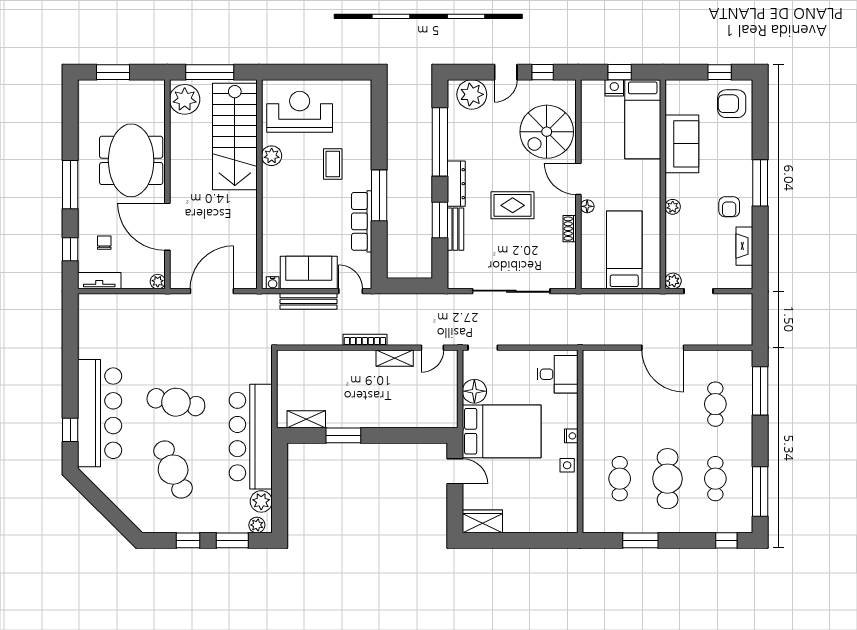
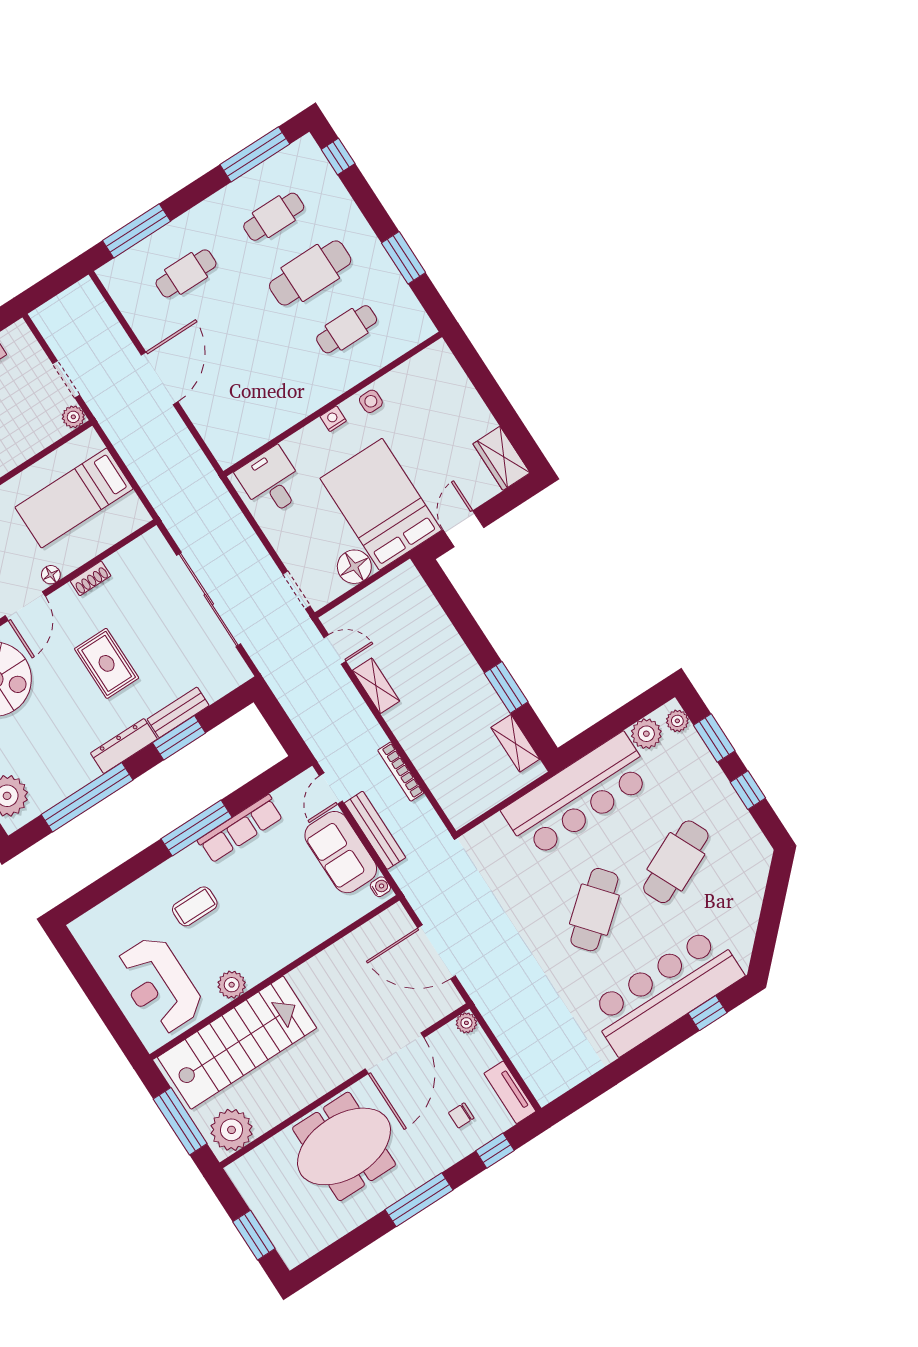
bookcase: (365, 340) -> (401, 772), moved
cafe table: (176, 402) -> (594, 910), turned 39

